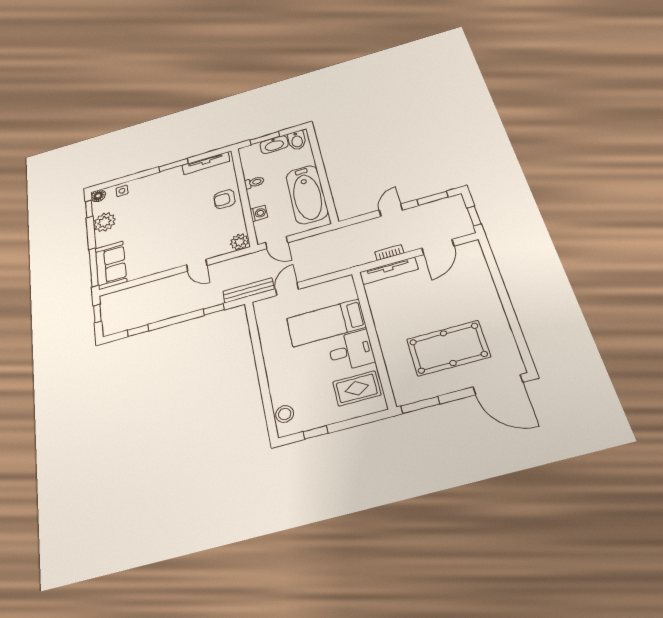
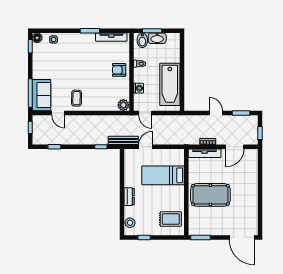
bidet: (297, 140) -> (142, 40), moved
door: (391, 210) -> (216, 113), hinge flipped
plant: (104, 222) -> (40, 61), removed
coffee table: (165, 254) -> (77, 98), added
door: (197, 265) -> (58, 113), moved
pool table: (448, 348) -> (210, 195), moved
desk: (351, 351) -> (173, 196), removed
dresser: (275, 372) -> (129, 197), added

